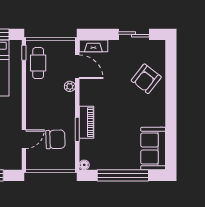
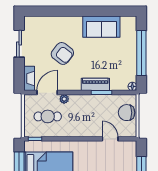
cafe table: (38, 63) -> (48, 116), moved
armchair: (146, 79) -> (62, 53), moved
chair: (55, 139) -> (127, 113), moved, turned -88
sofa: (153, 149) -> (101, 27), moved

